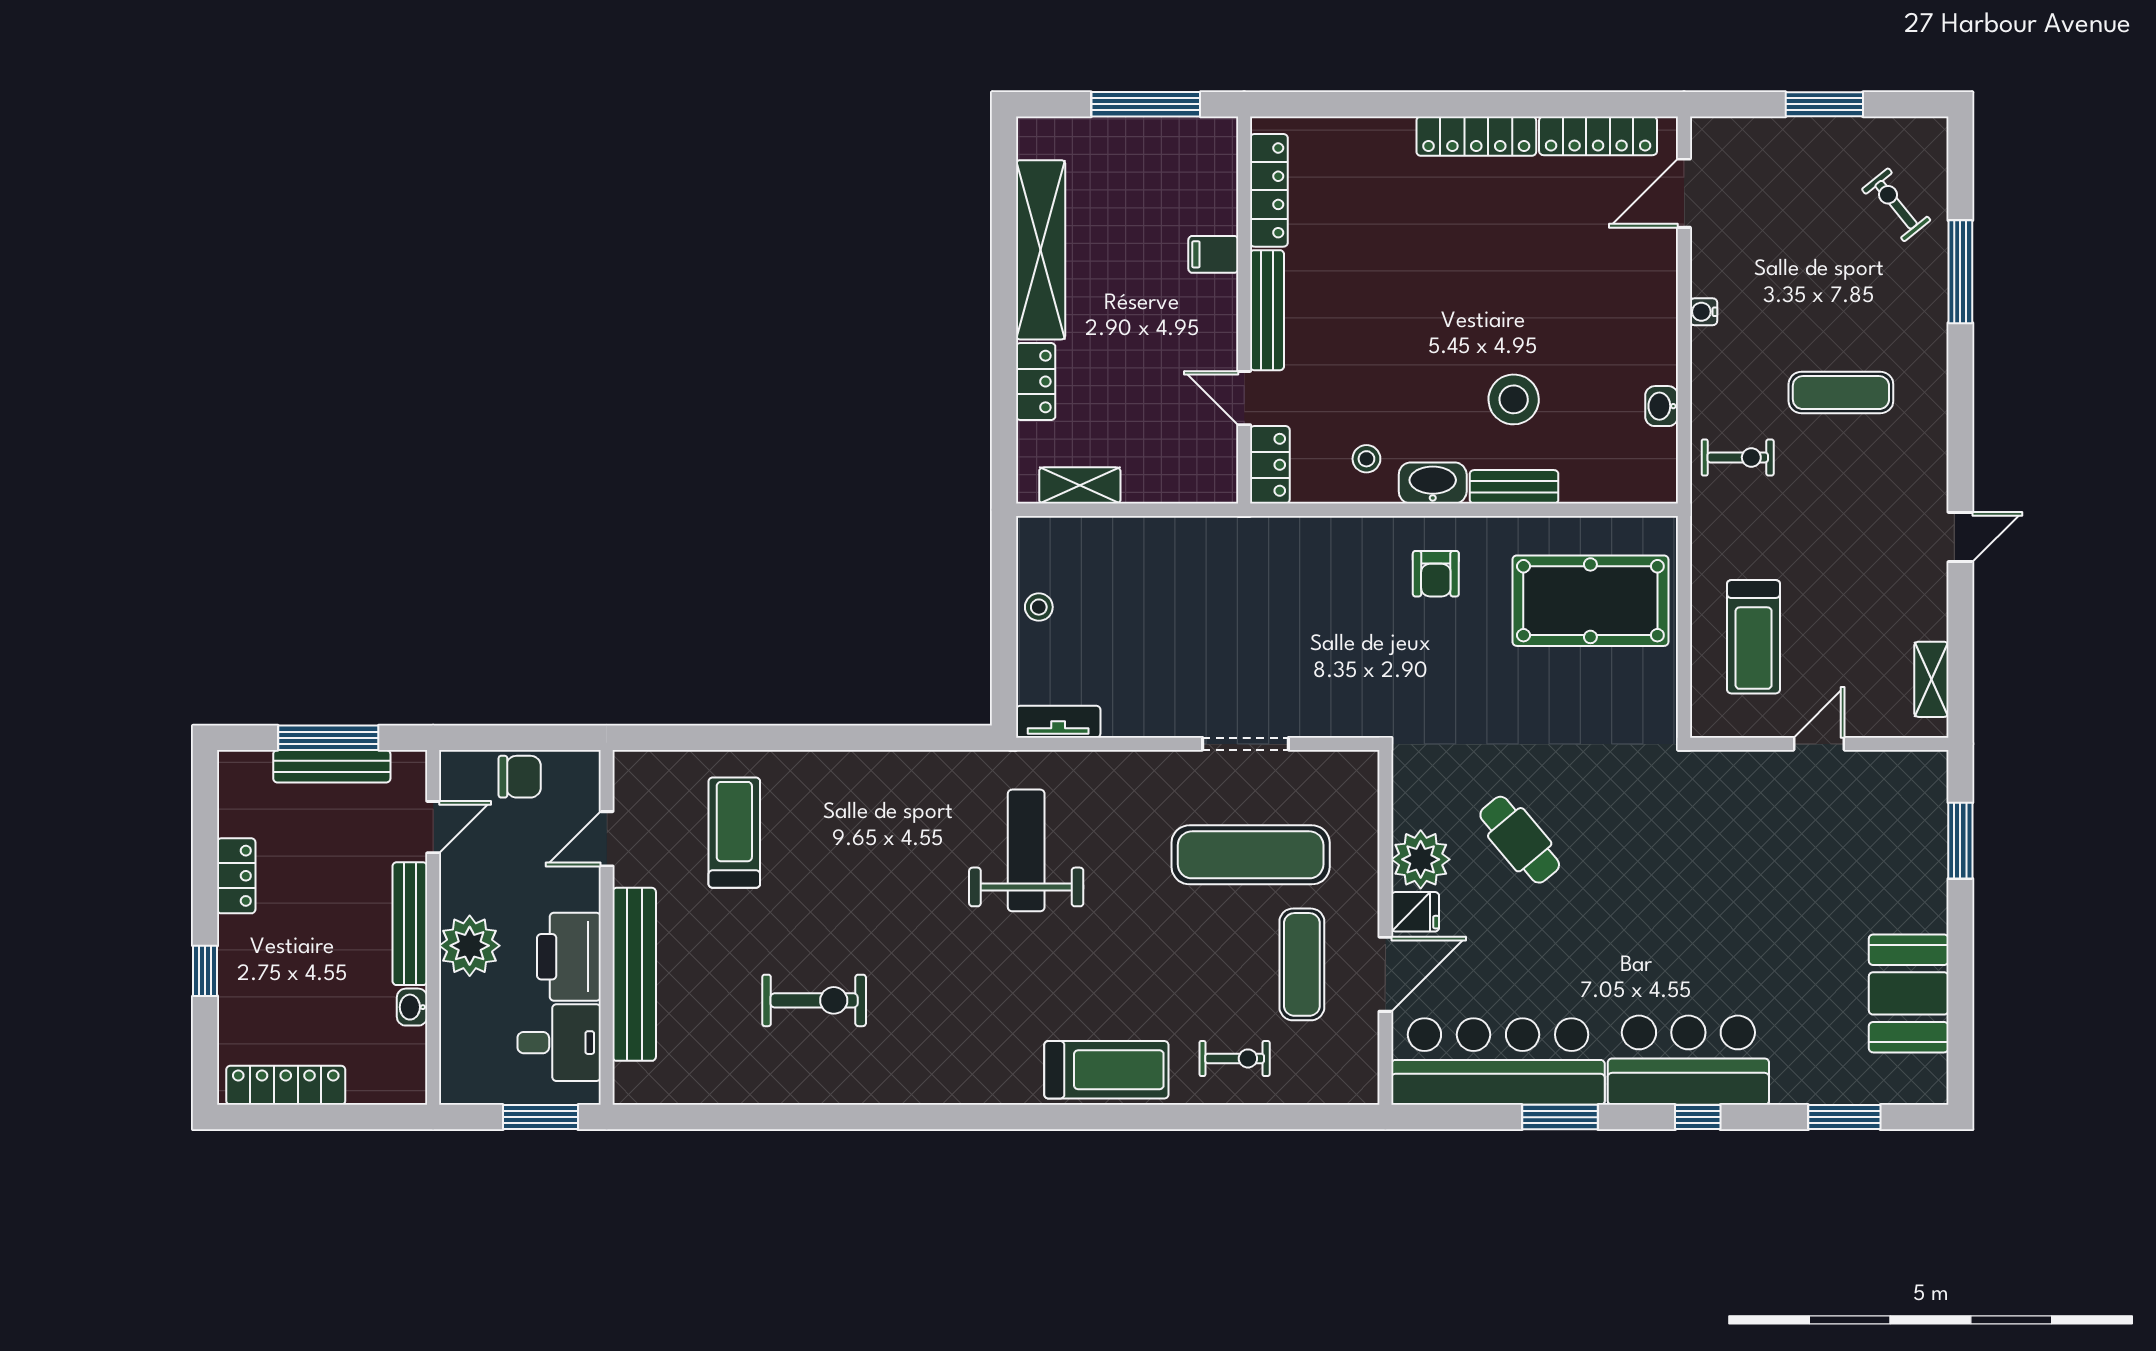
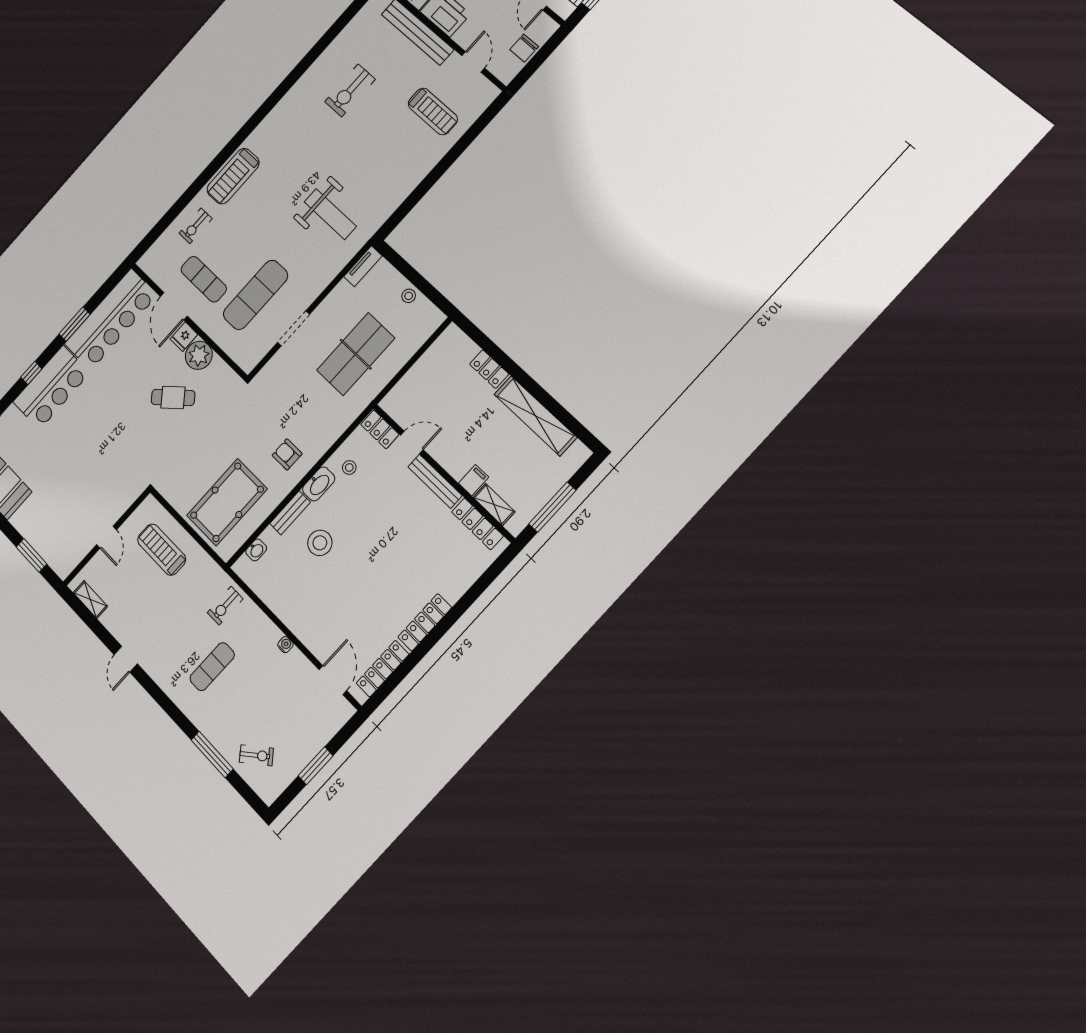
washbasin: (1662, 406) -> (256, 550), moved, turned 90
shelving: (1080, 485) -> (494, 505), moved, turned 90
table tennis table: (1196, 608) -> (356, 354), added

